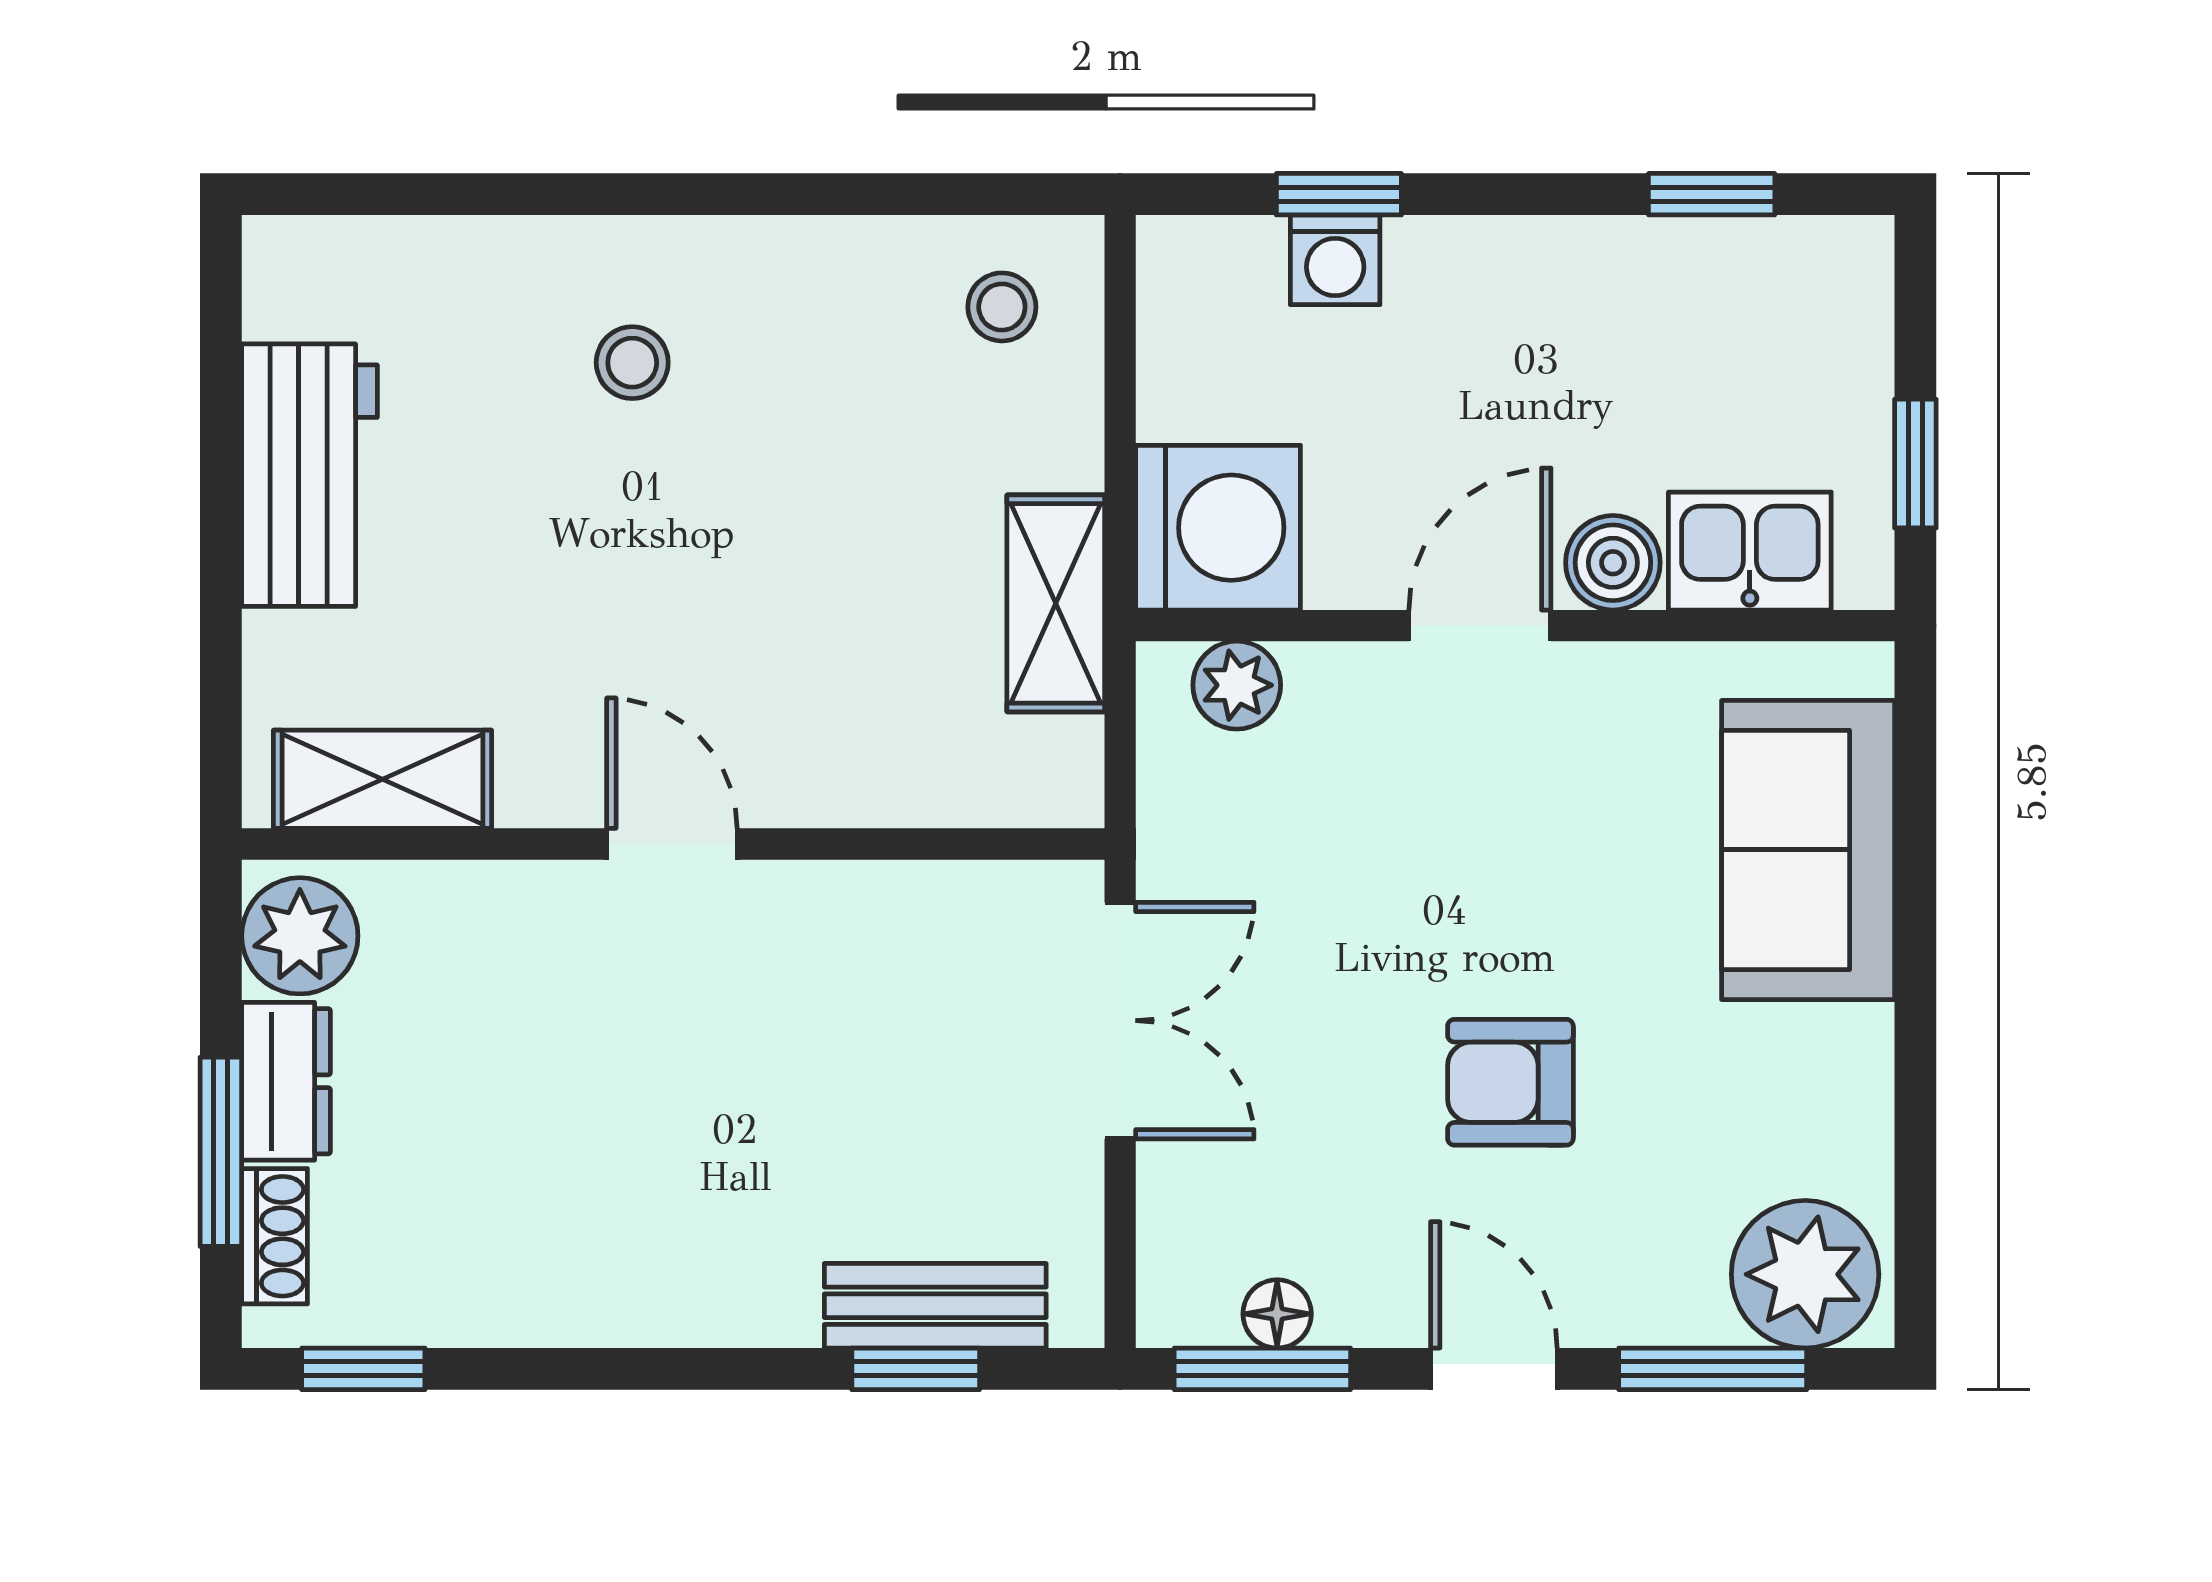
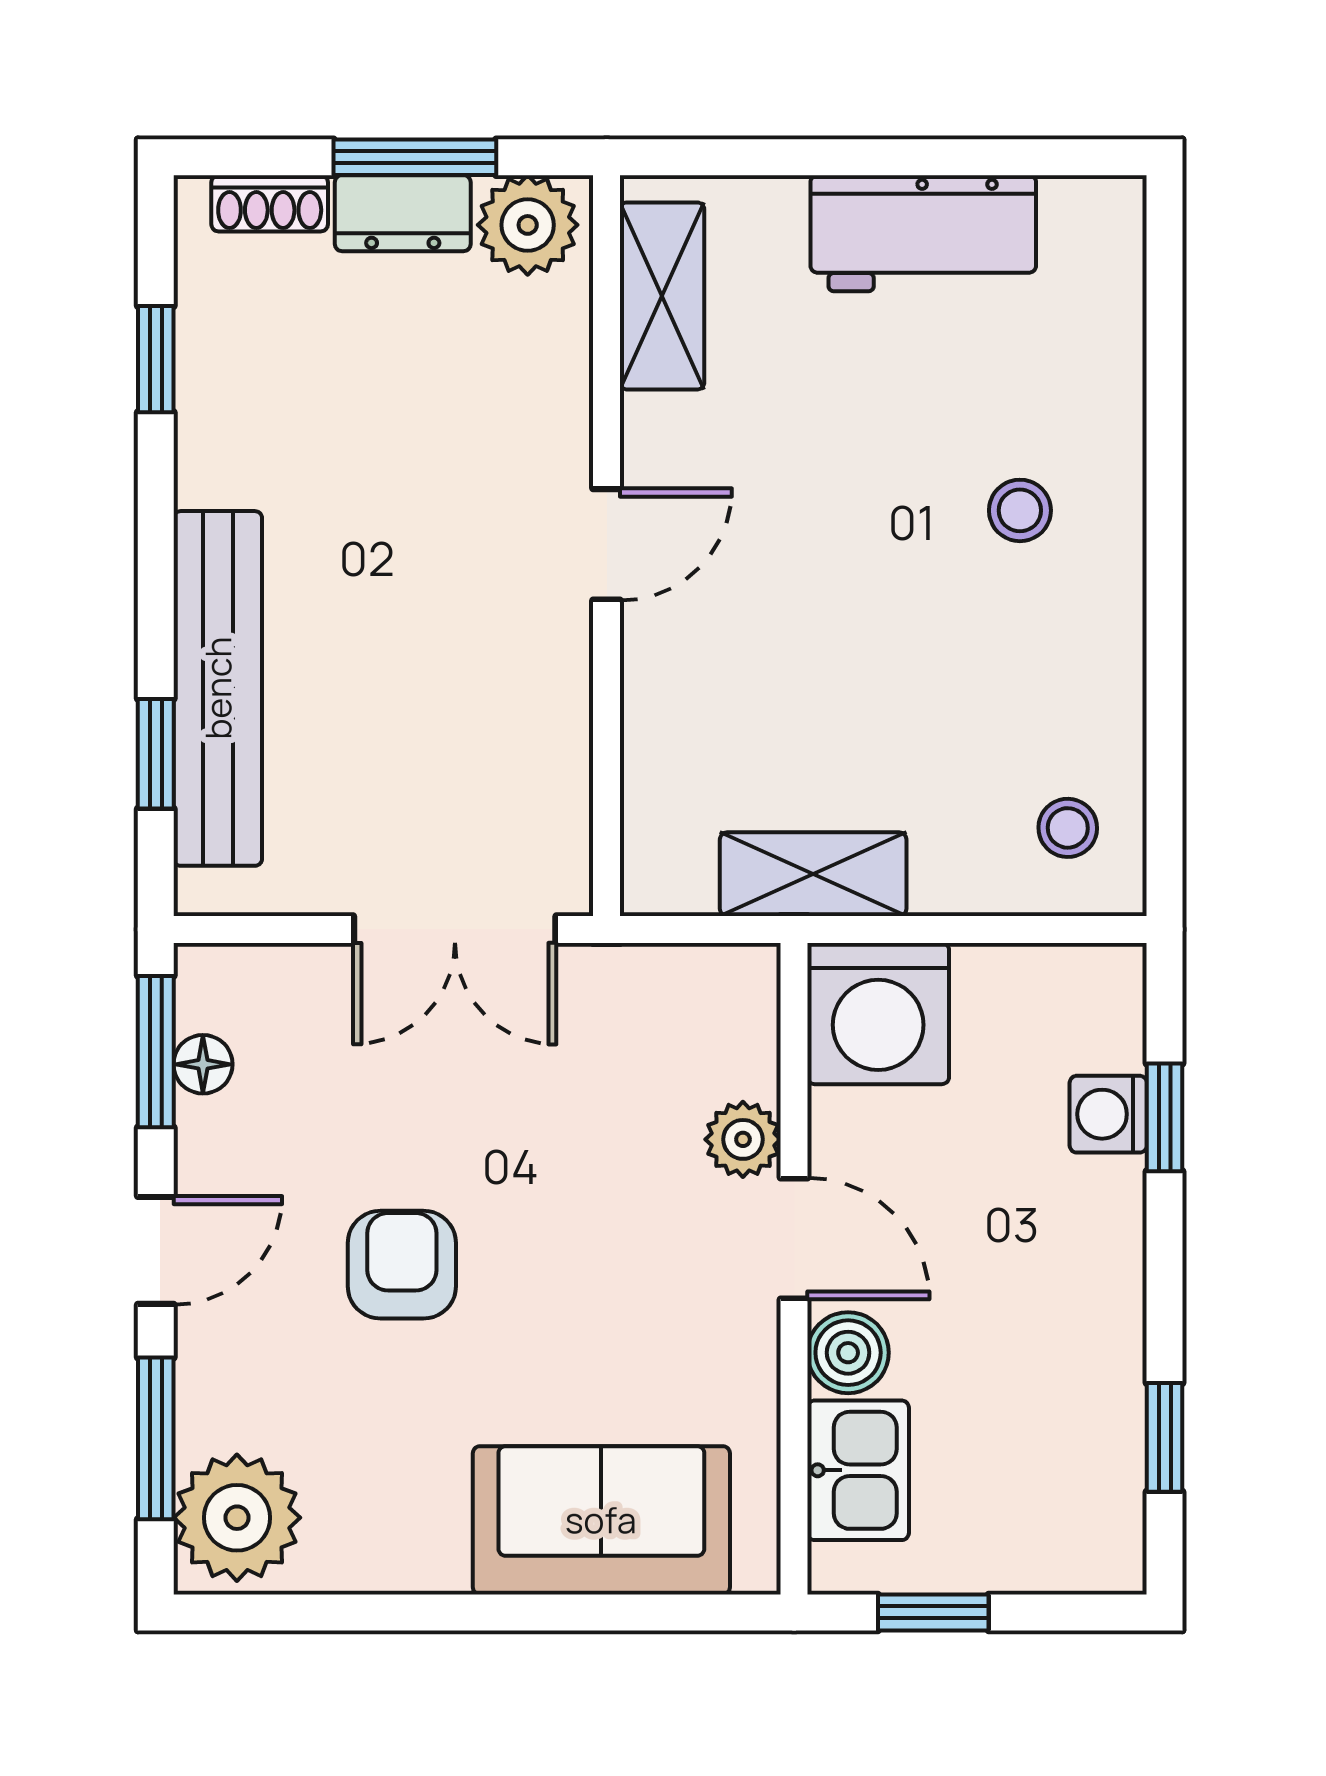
plant: (1237, 685) -> (743, 1139), moved
window: (221, 1152) -> (415, 157), moved
bench: (935, 1306) -> (218, 688), width x1.86, depth x1.21
window: (363, 1369) -> (156, 359), moved

